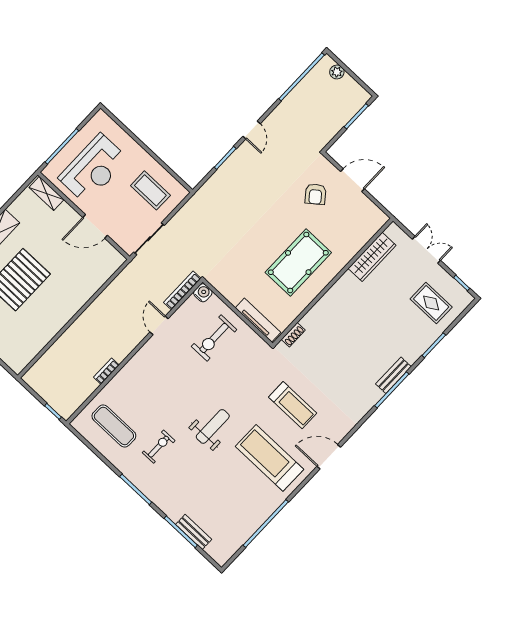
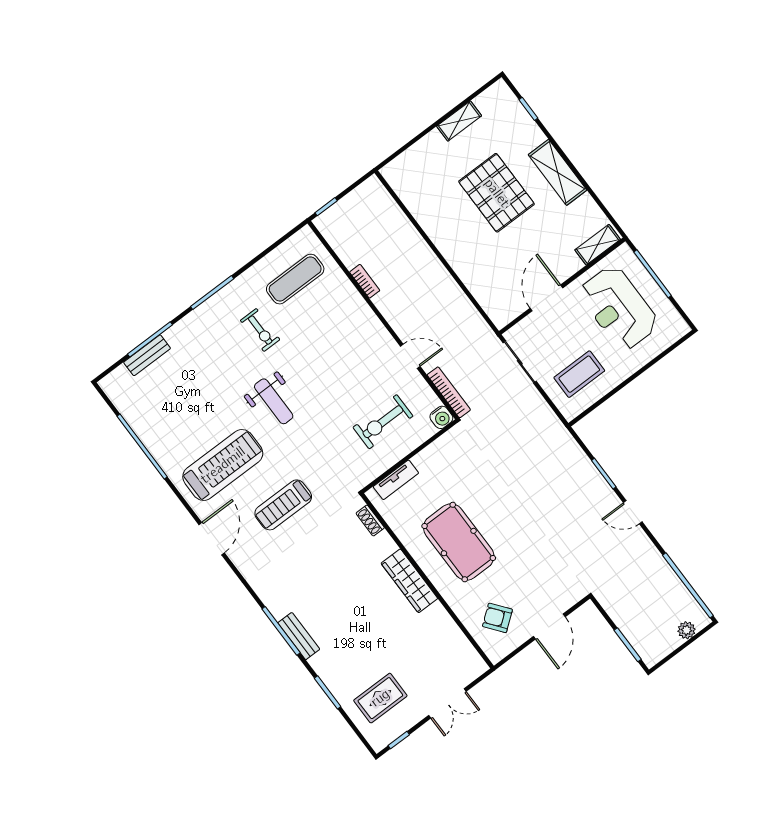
armchair: (315, 194) -> (497, 618), moved
wardrobe: (372, 257) -> (409, 581), moved
tv unit: (258, 320) -> (396, 480), width x0.71
exercise bike: (214, 338) -> (383, 422), turned -90

